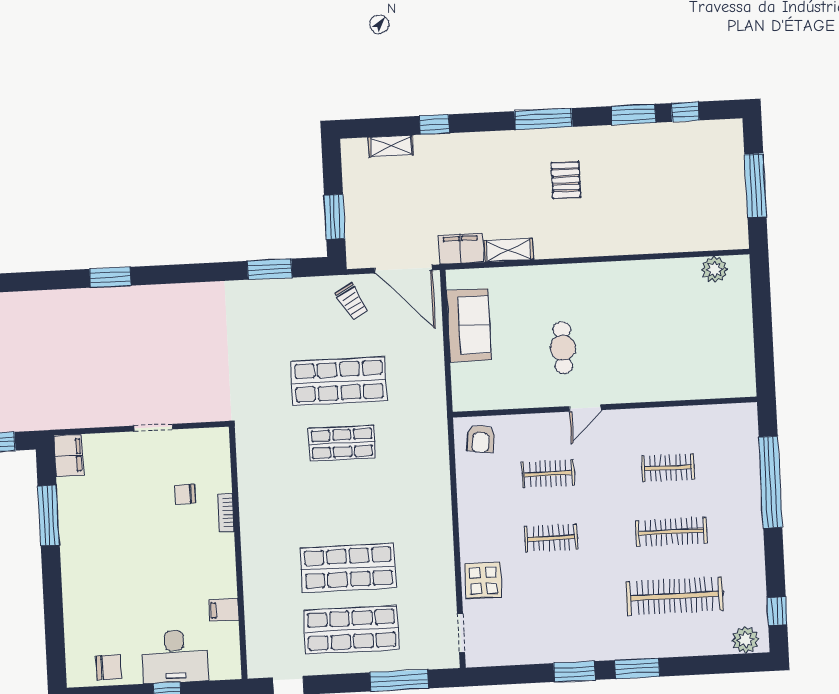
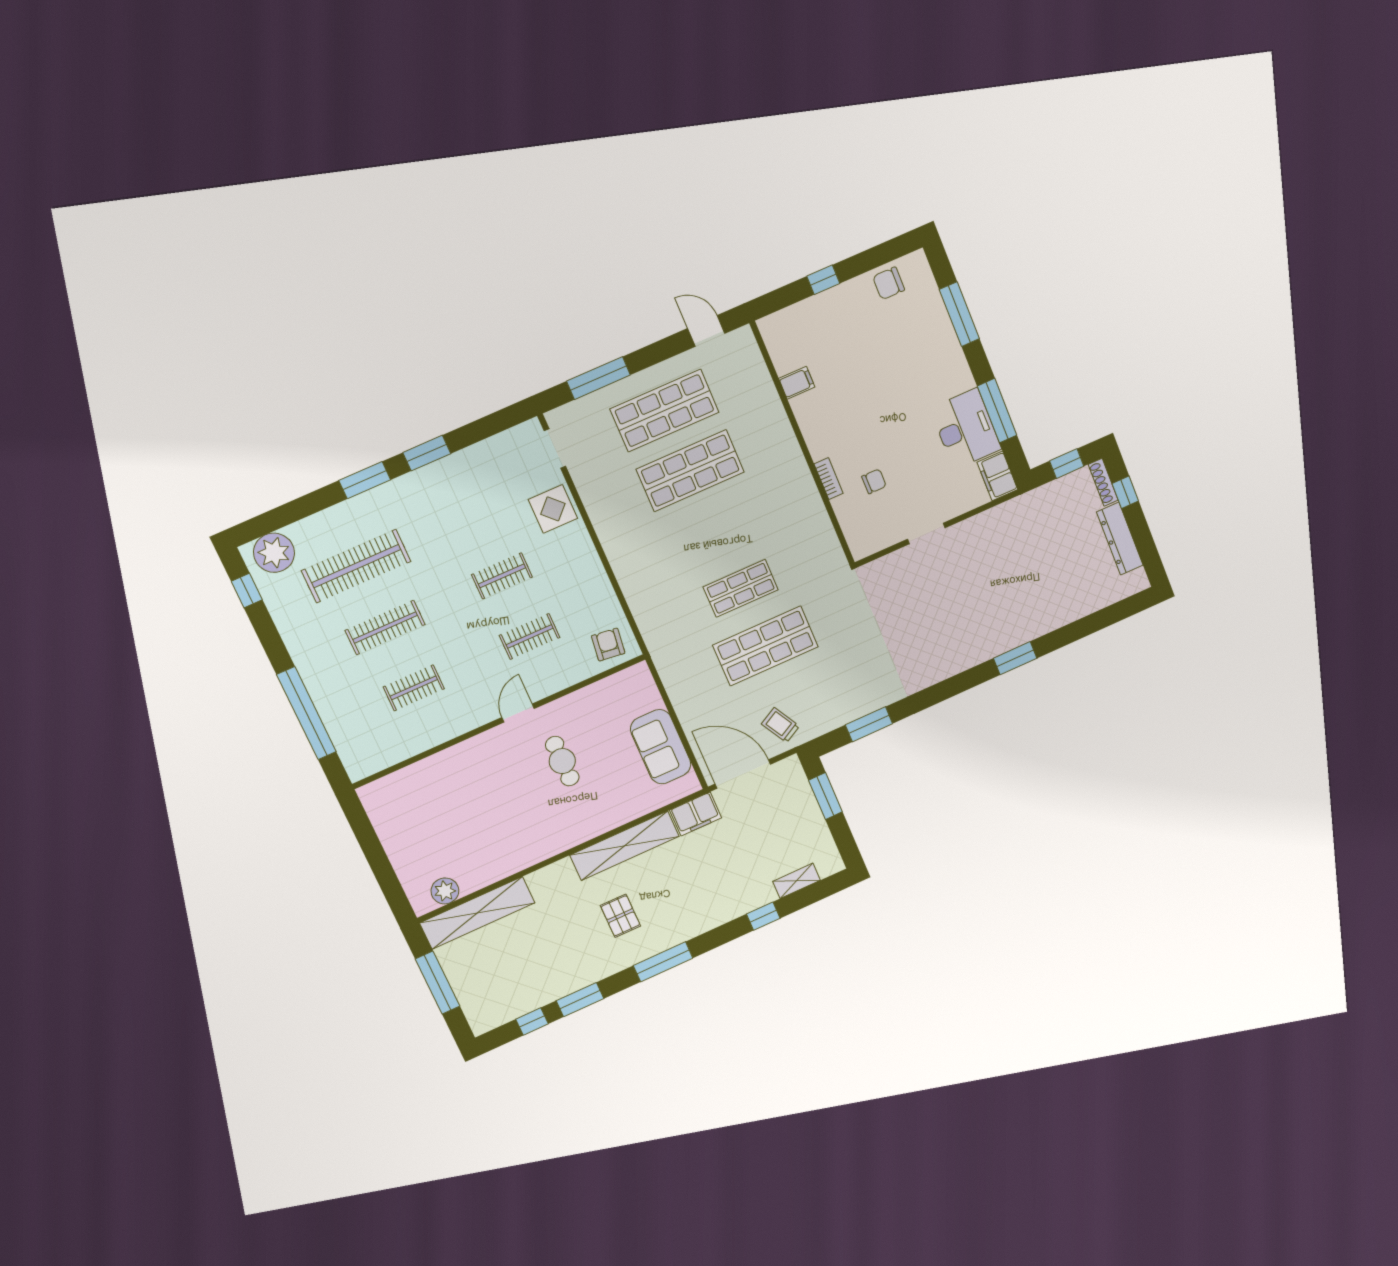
shelving: (694, 237) -> (477, 913), added
shelving: (508, 250) -> (625, 846), width x2.20, depth x1.33
window: (54, 616) -> (959, 314), added
plant: (745, 640) -> (274, 553), width x1.36, depth x1.36
desk: (175, 657) -> (966, 429), moved, turned 90

